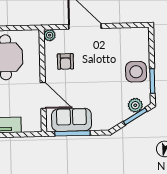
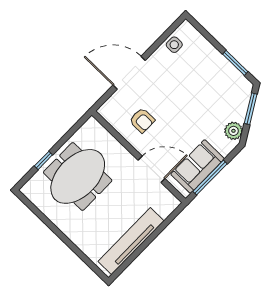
plant: (50, 35) -> (106, 111), removed
side table: (136, 72) -> (174, 45), moved, width x0.54, depth x0.54
plant: (135, 105) -> (233, 131), moved

